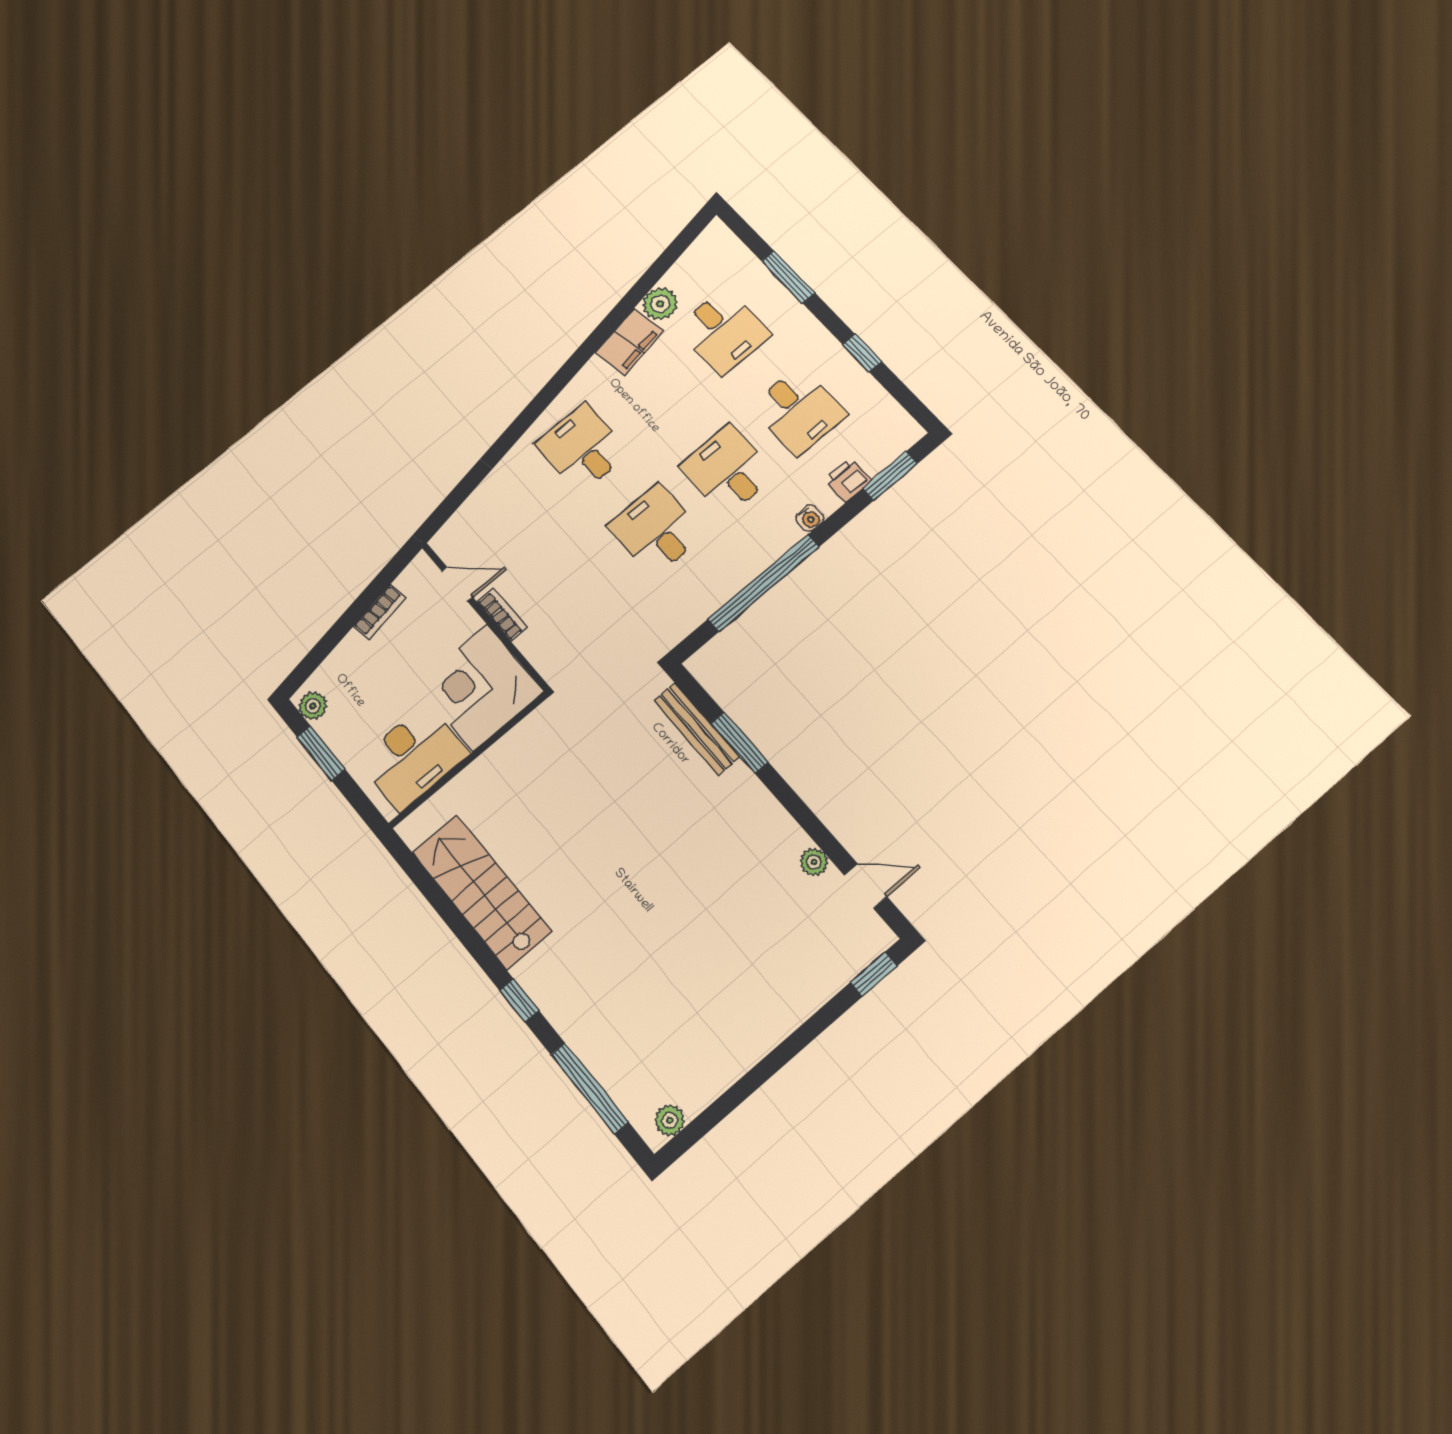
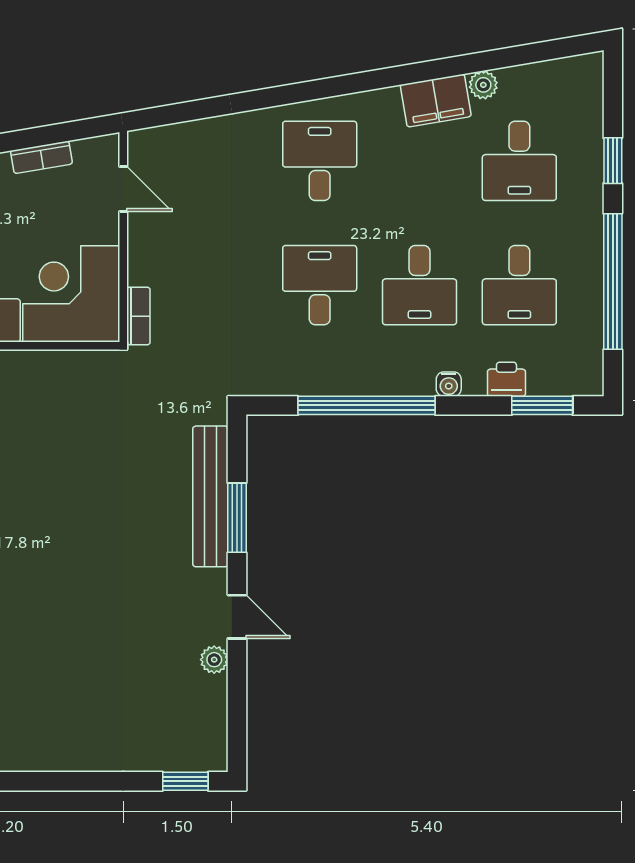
window: (788, 277) -> (613, 161), width x0.67
plant: (660, 304) -> (483, 85), width x0.73, depth x0.73
window: (862, 353) -> (613, 281), width x3.17
desk: (728, 470) -> (419, 285), turned 180
bookcase: (502, 614) -> (138, 316), moved
bench: (697, 729) -> (210, 496), width x1.37, depth x1.21
door: (866, 886) -> (237, 617), moved

